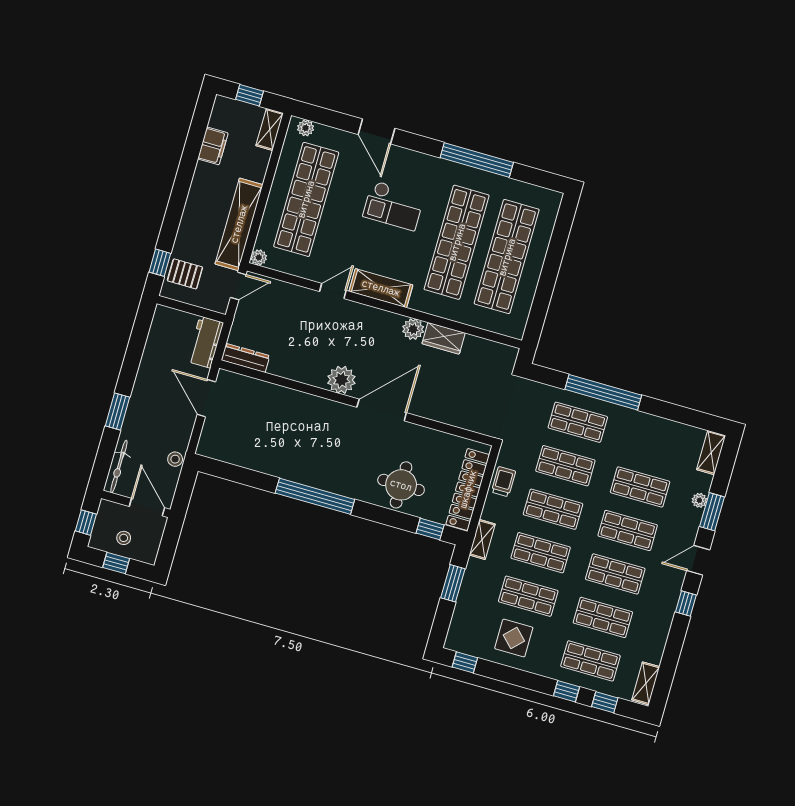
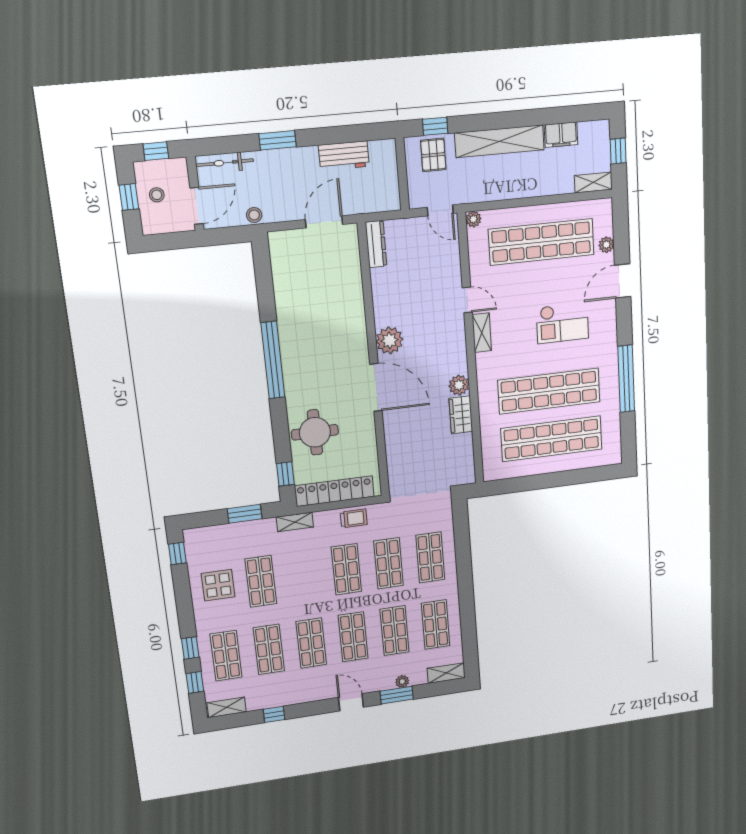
plant: (306, 128) -> (606, 245), moved
checkout: (394, 206) -> (562, 323), turned -90
shelving: (239, 224) -> (500, 141), moved
shelving: (381, 288) -> (482, 333), width x0.67, depth x0.75
workbench: (205, 342) -> (344, 156), moved, turned 180
window: (603, 392) -> (464, 567), removed
shop shelf: (541, 553) -> (436, 625), moved
window: (686, 603) -> (274, 714), moved

